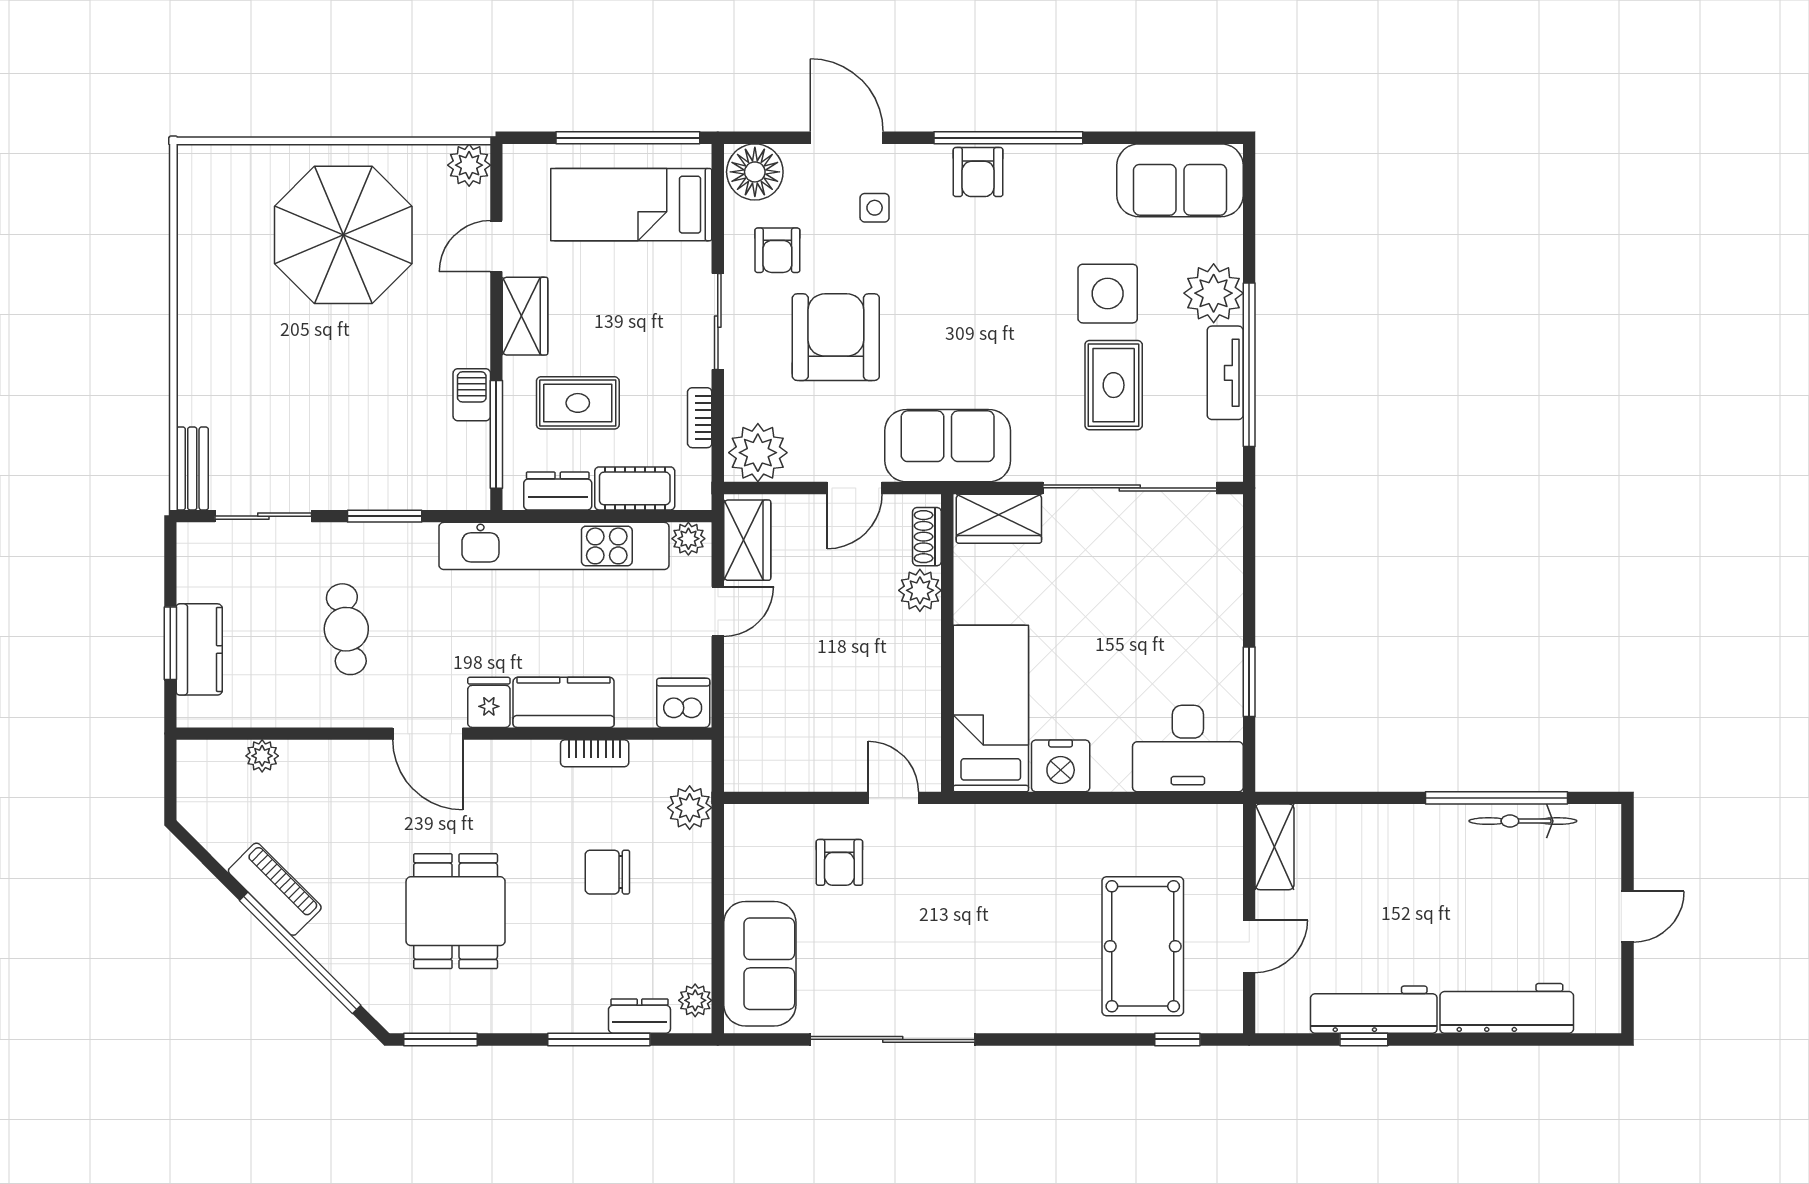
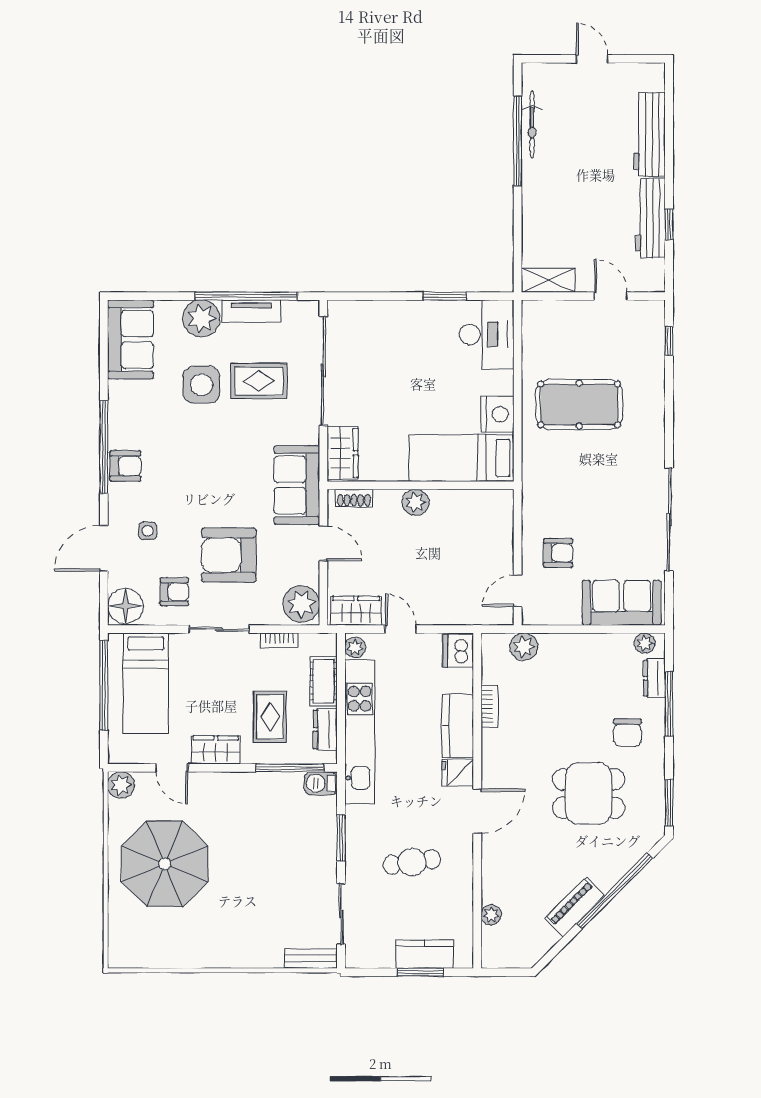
barbecue: (472, 395) -> (321, 783), moved
plant: (920, 590) -> (415, 502), moved
door: (893, 798) -> (518, 591), moved
chair: (607, 872) -> (628, 733), moved
pool table: (1143, 946) -> (579, 404), moved

